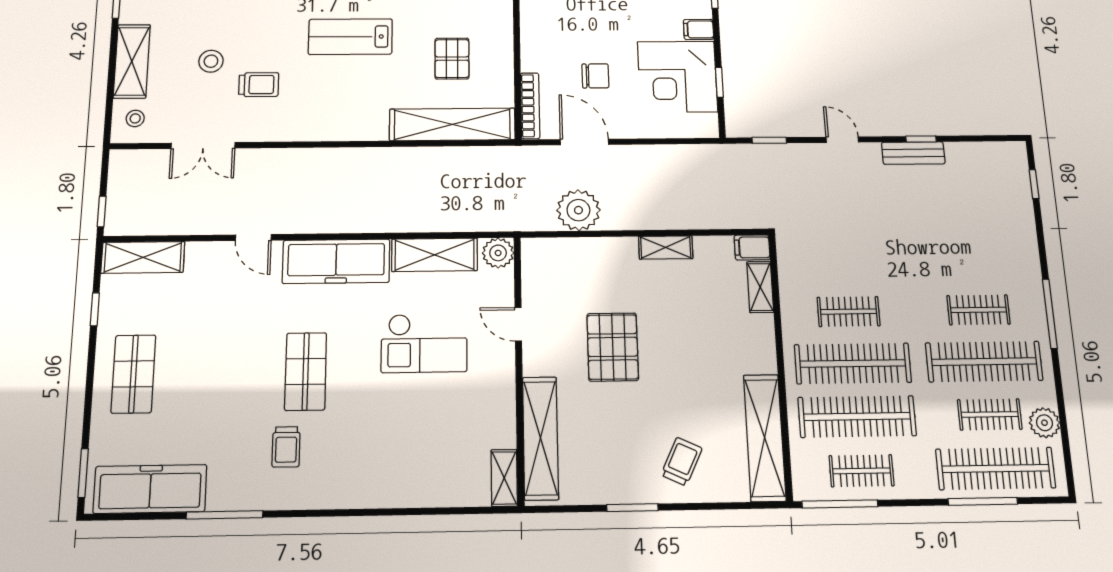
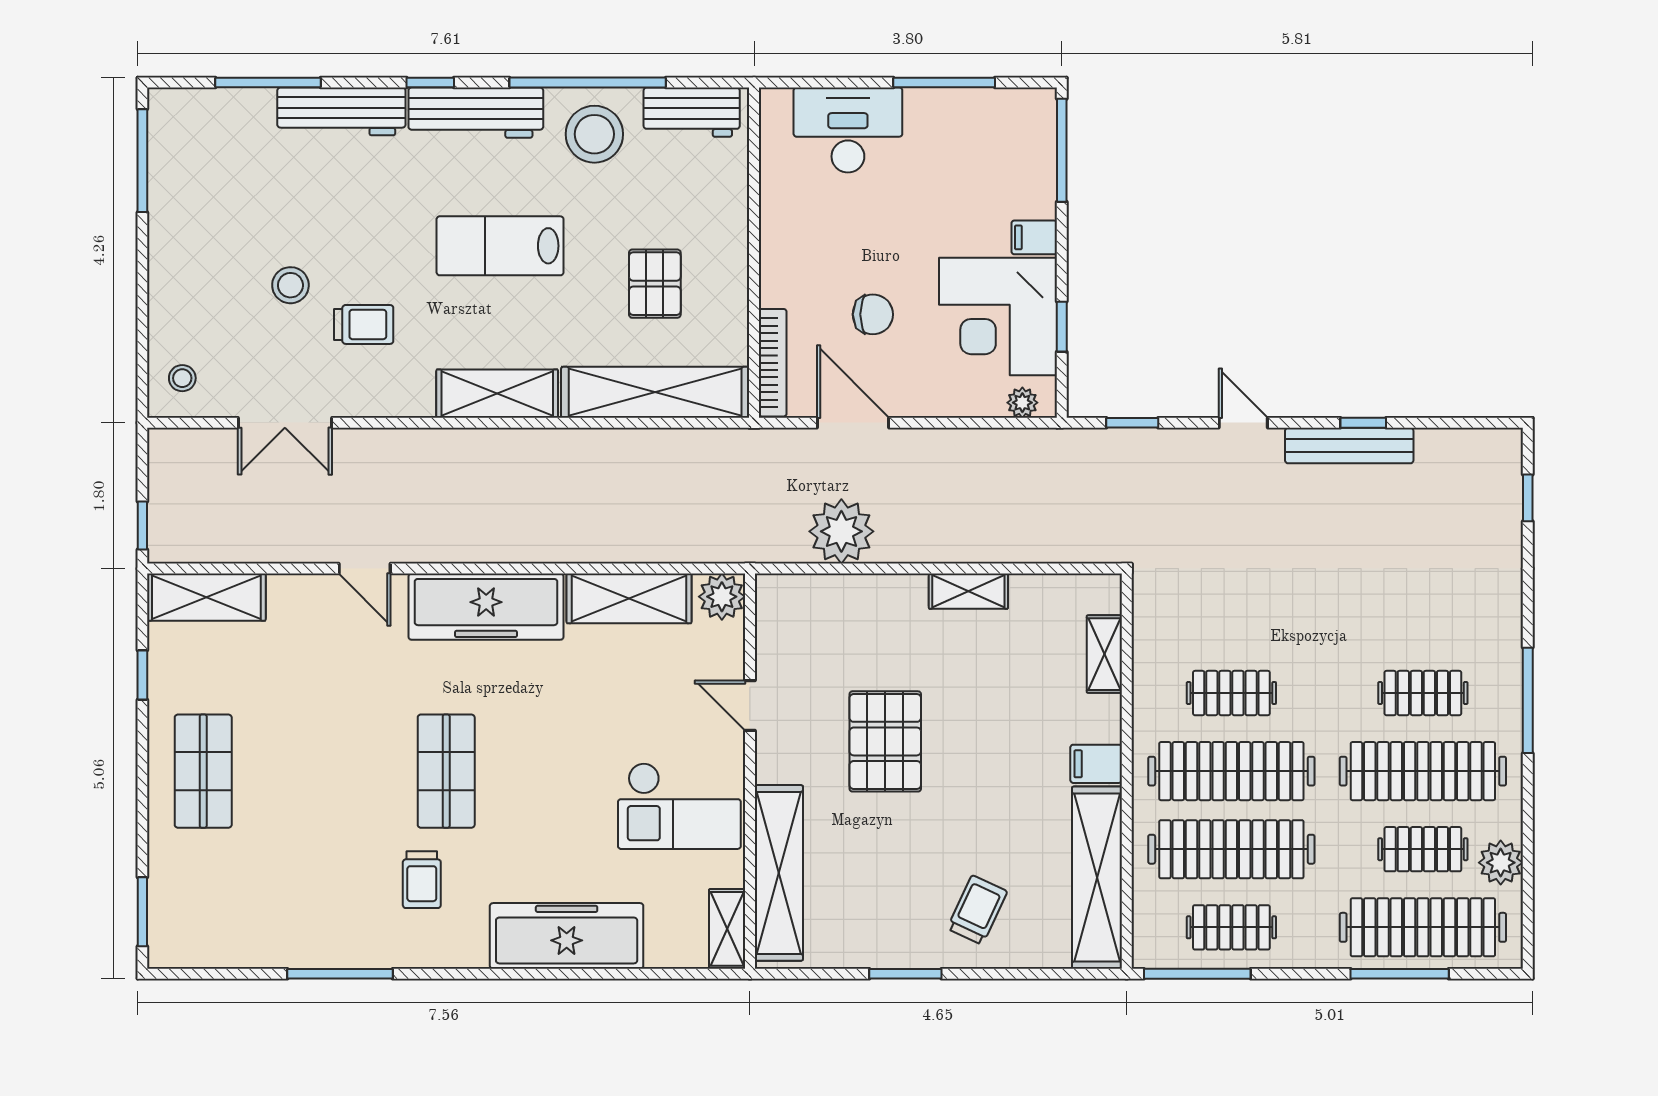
shelving: (132, 61) -> (497, 394), moved, turned 90
plant: (696, 129) -> (1022, 403), added
bench: (913, 153) -> (1349, 446), width x1.36
filing cabinet: (752, 247) -> (1096, 764), moved
checkout: (424, 343) -> (679, 806), moved
freezer: (150, 489) -> (567, 936), moved

